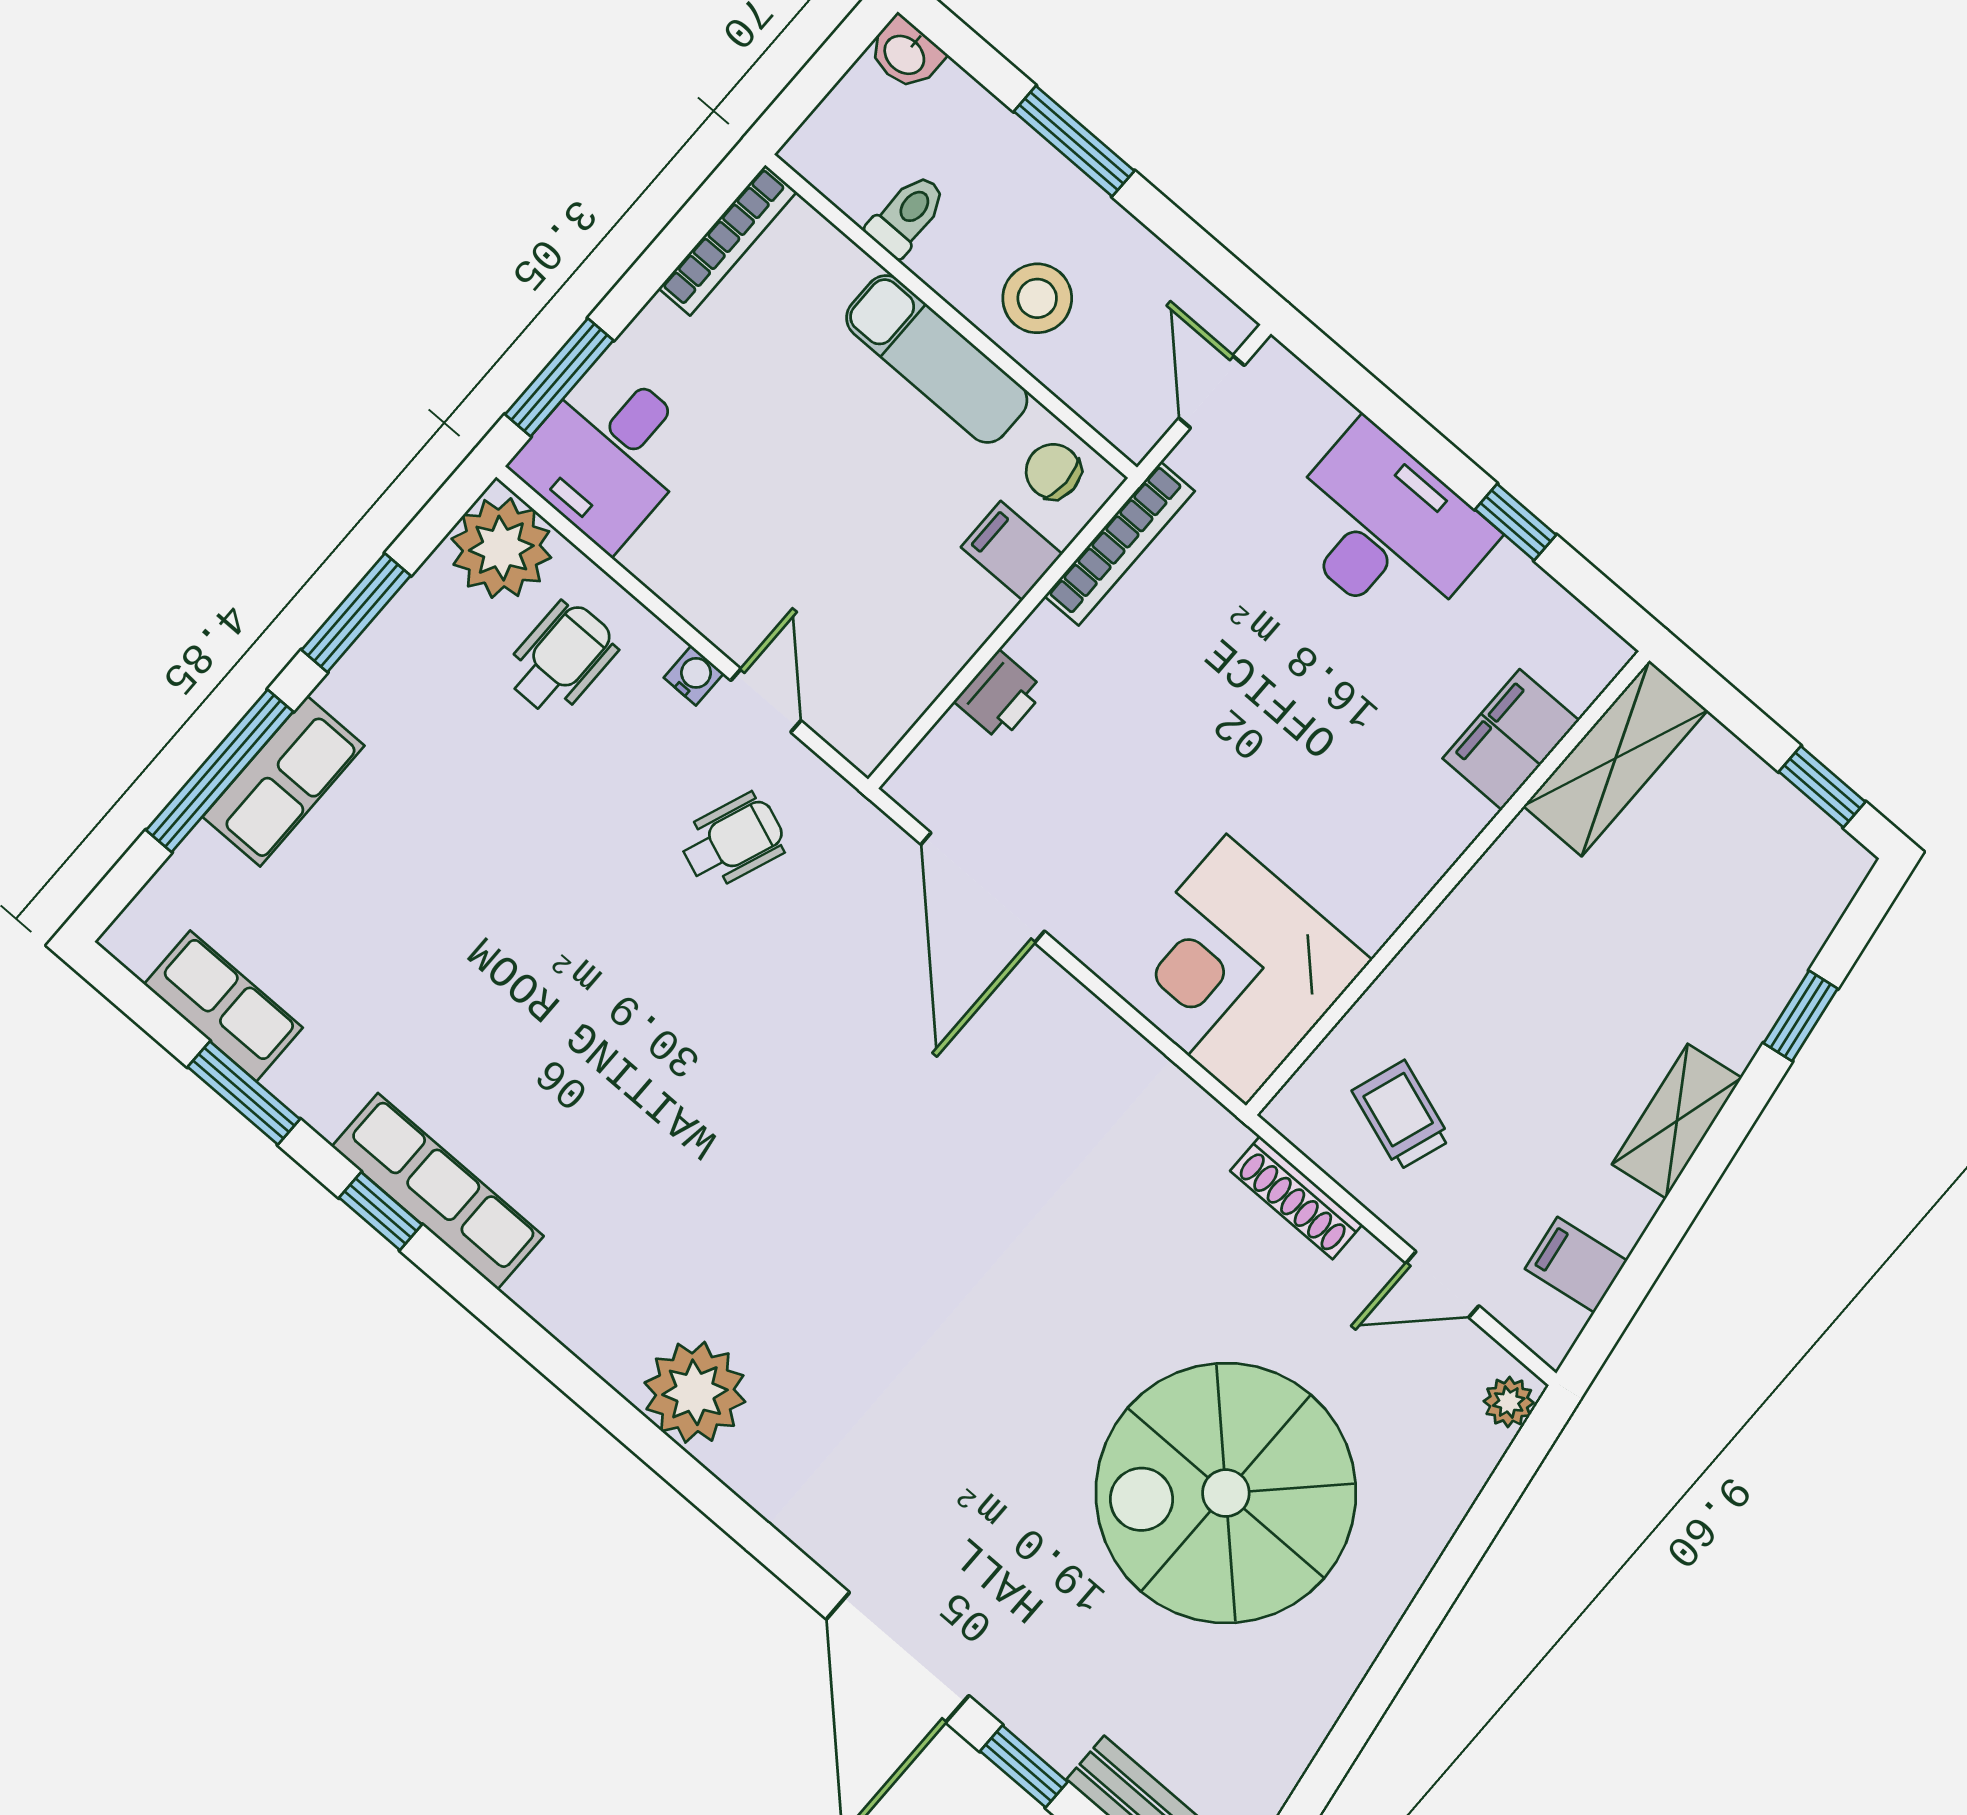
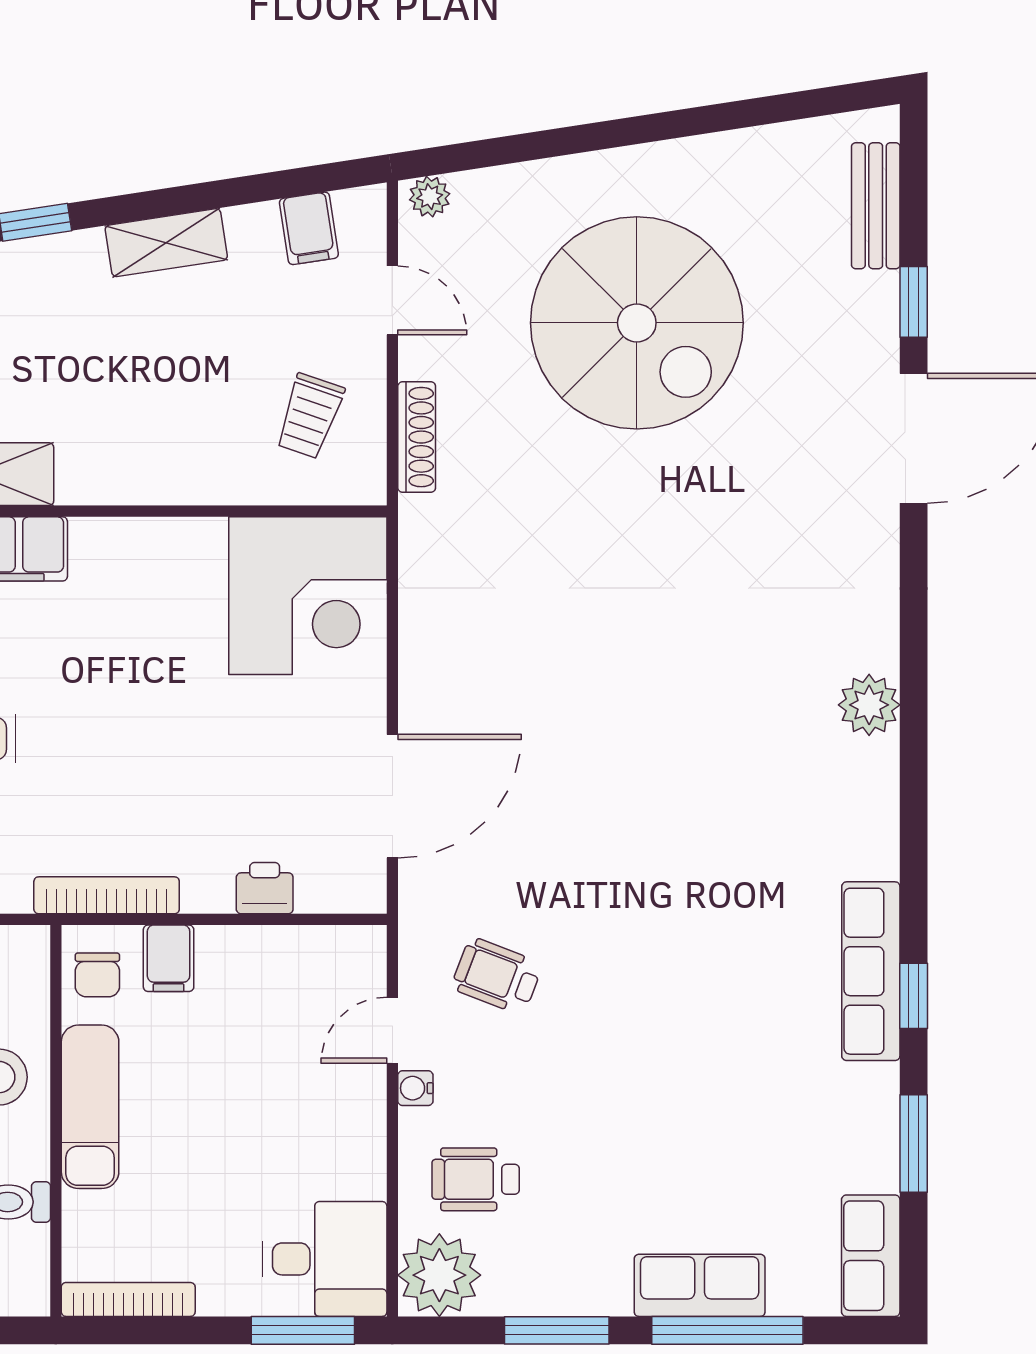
row of seats: (223, 1006) -> (871, 1256), moved
plant: (695, 1392) -> (869, 705), width x0.73, depth x0.73

